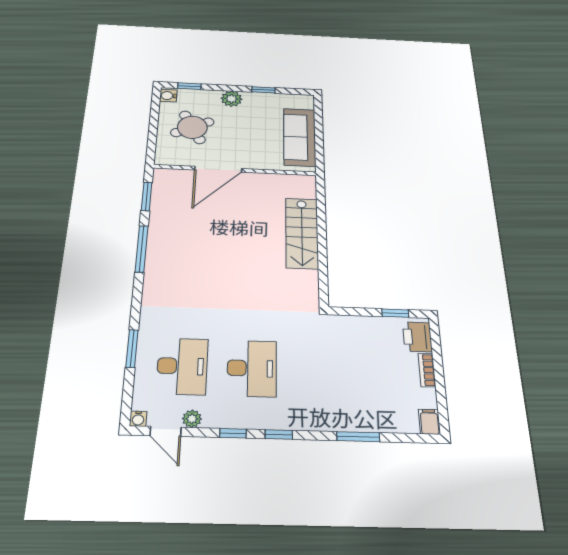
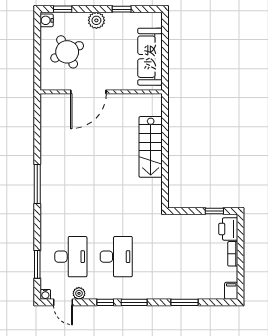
window: (147, 196) -> (37, 120), removed
window: (142, 249) -> (37, 184), moved
window: (132, 348) -> (37, 264), moved
window: (279, 434) -> (134, 302), width x1.50

